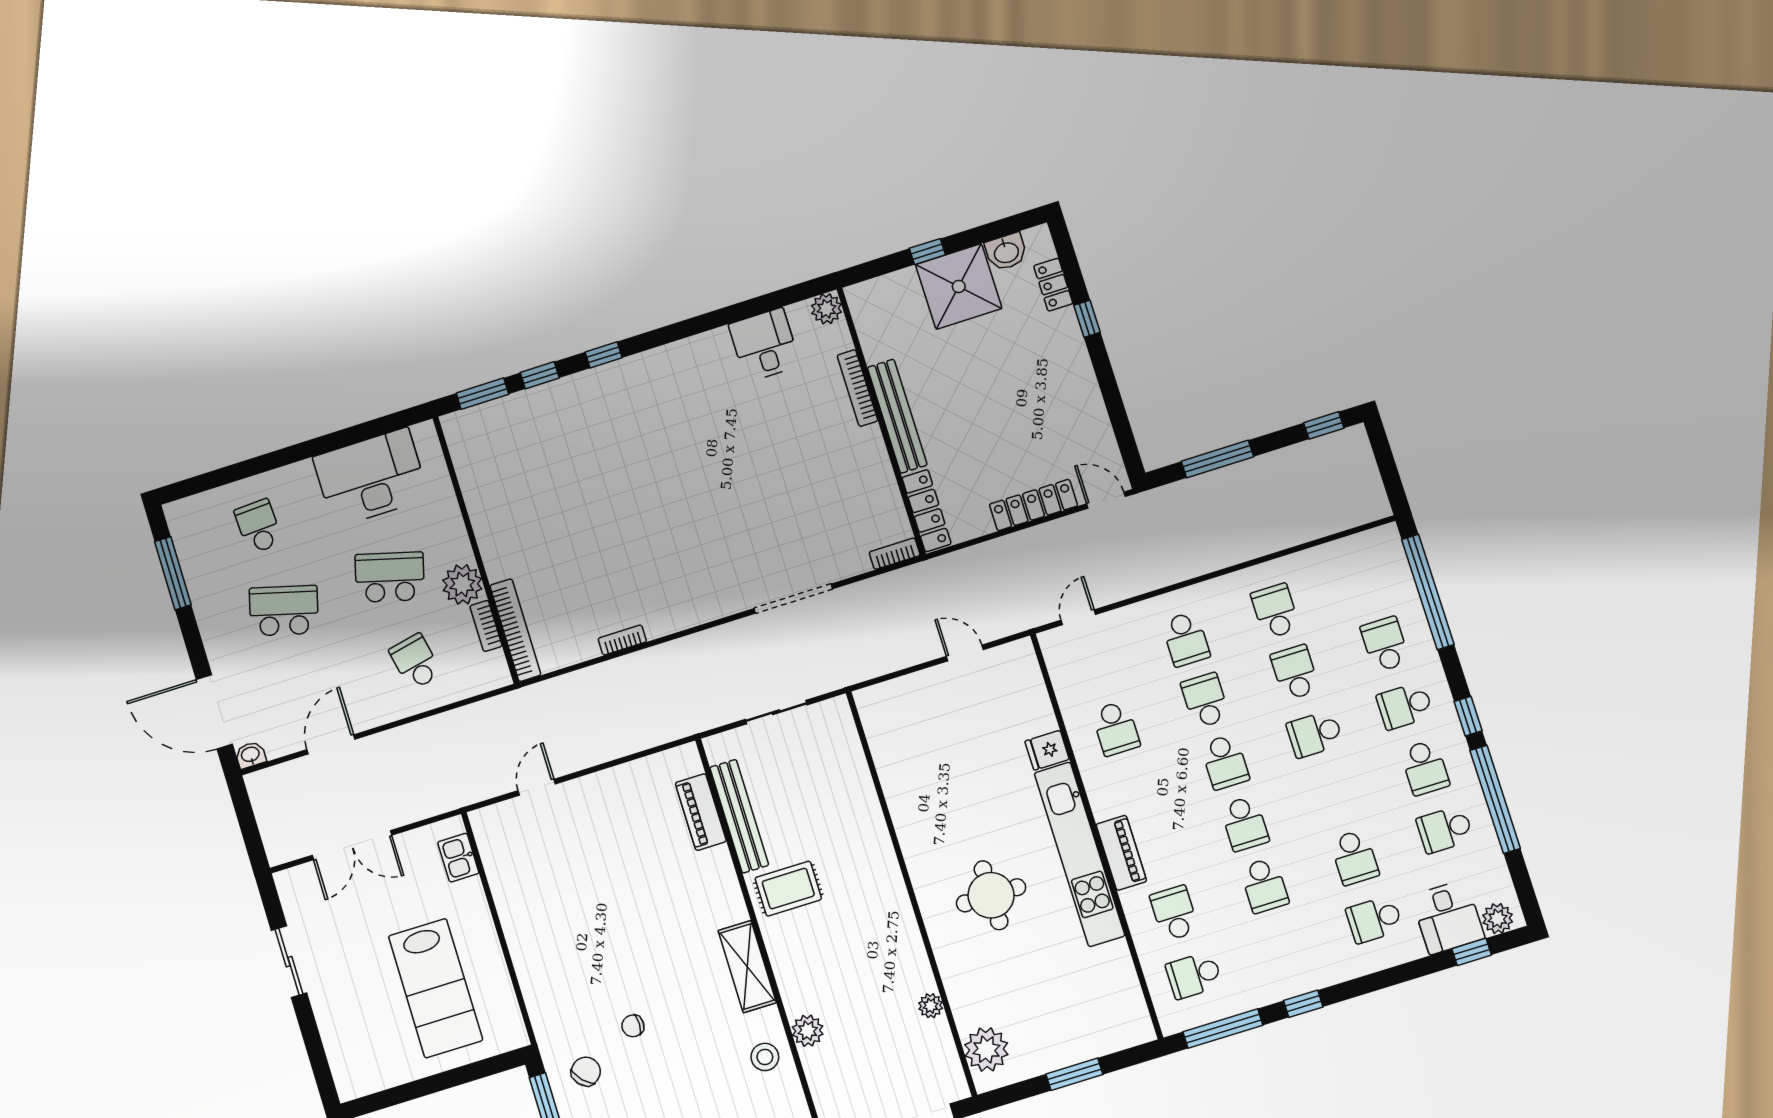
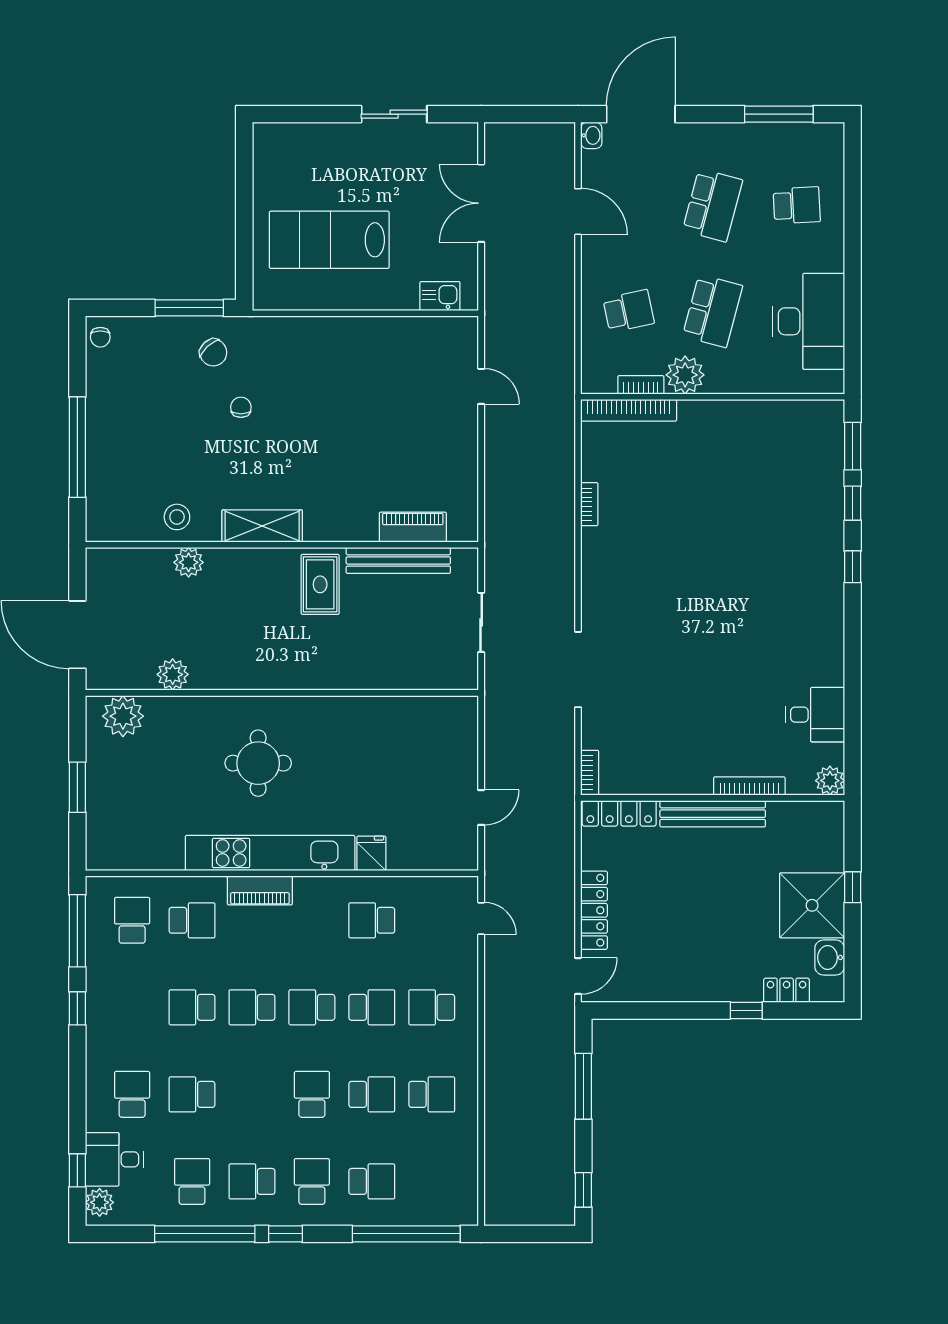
plant: (931, 1006) -> (173, 674), width x1.38, depth x1.38

